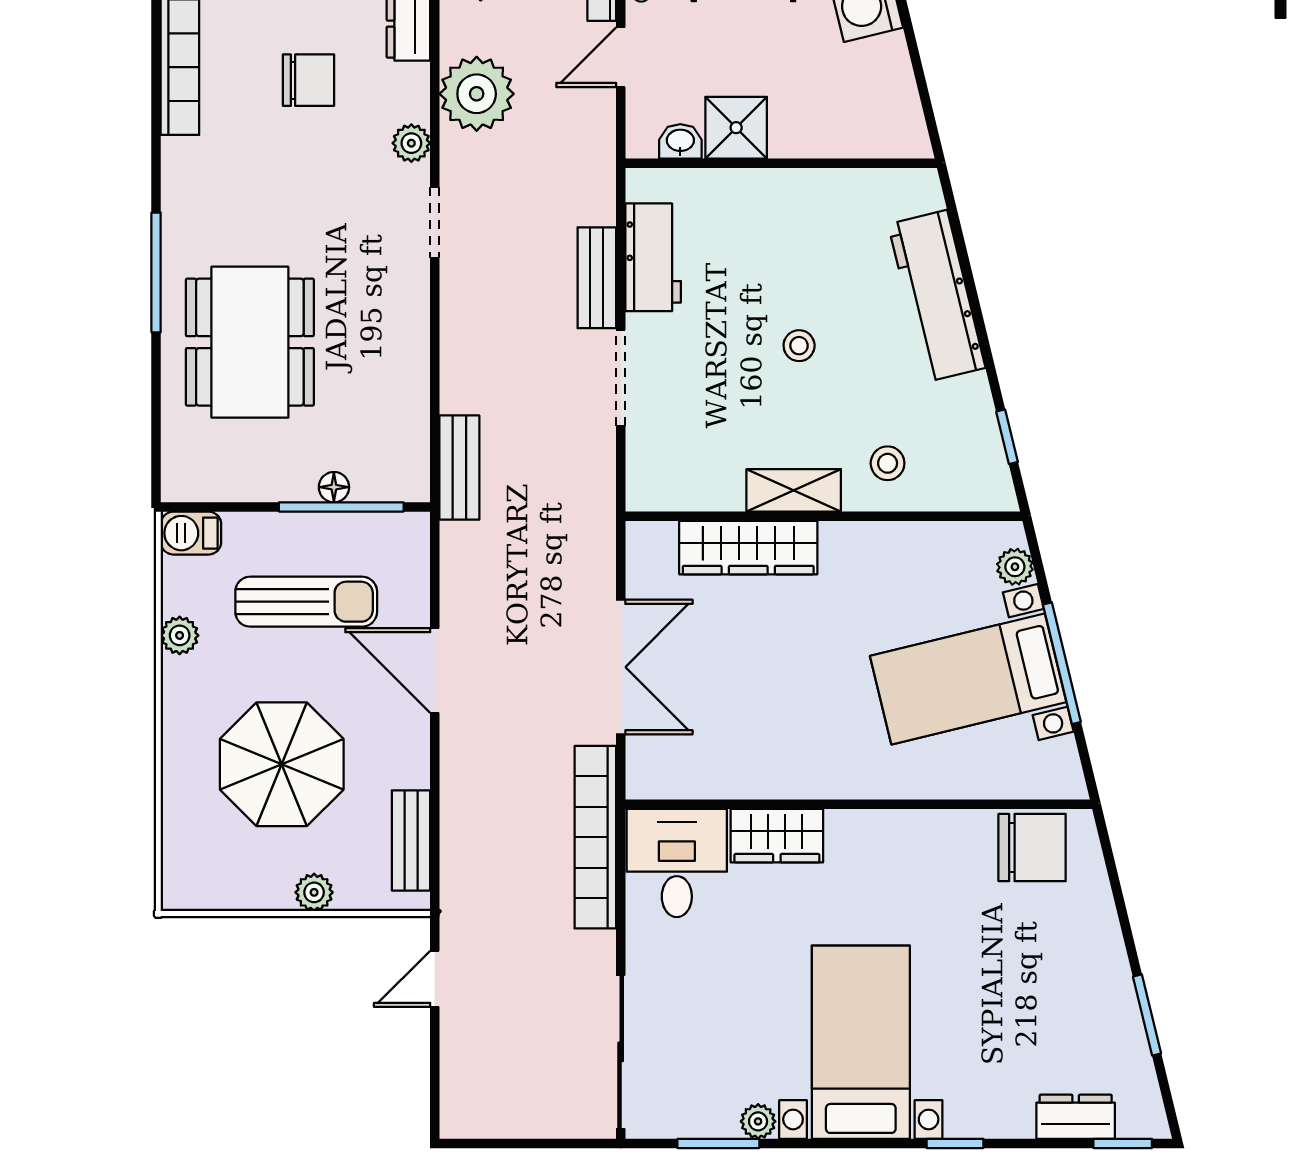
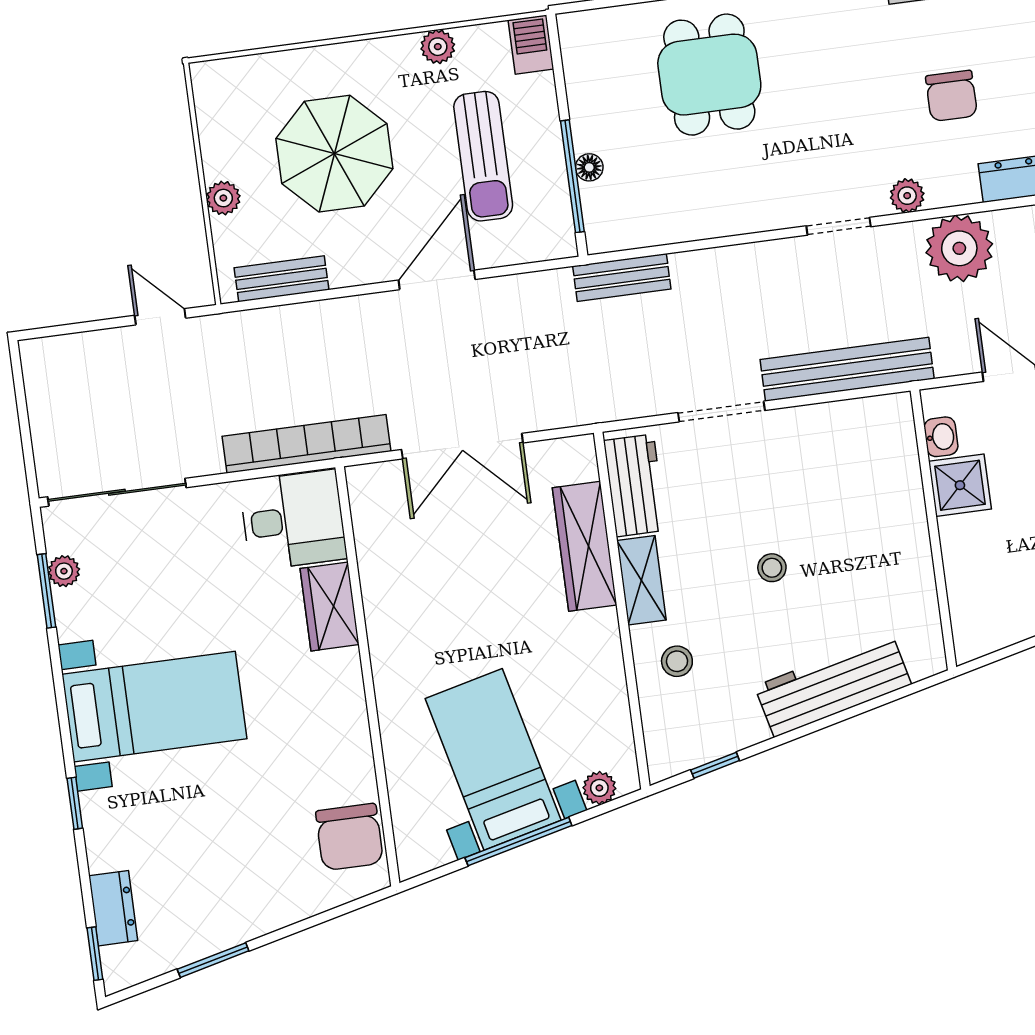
workbench: (653, 257) -> (635, 485), moved, turned -90
bench: (597, 278) -> (847, 369), width x1.86, depth x1.21
dining table: (250, 342) -> (709, 75), width x0.73
plant: (758, 1121) -> (64, 571), moved

